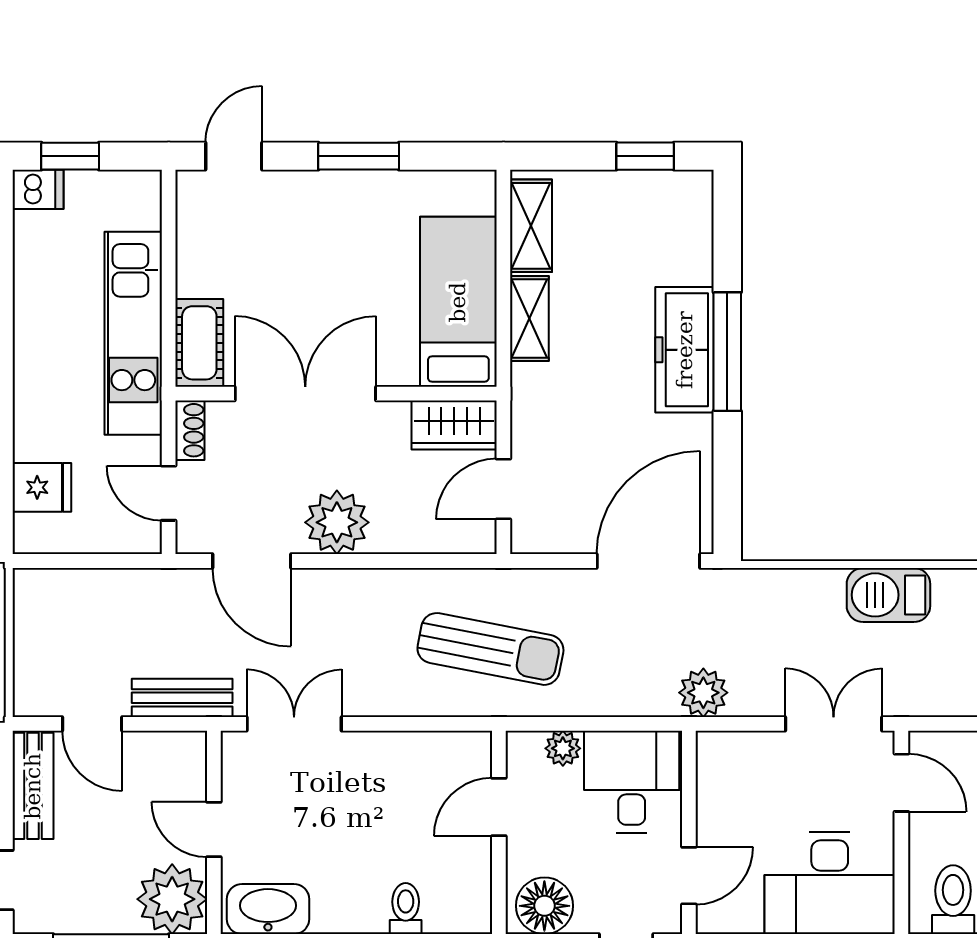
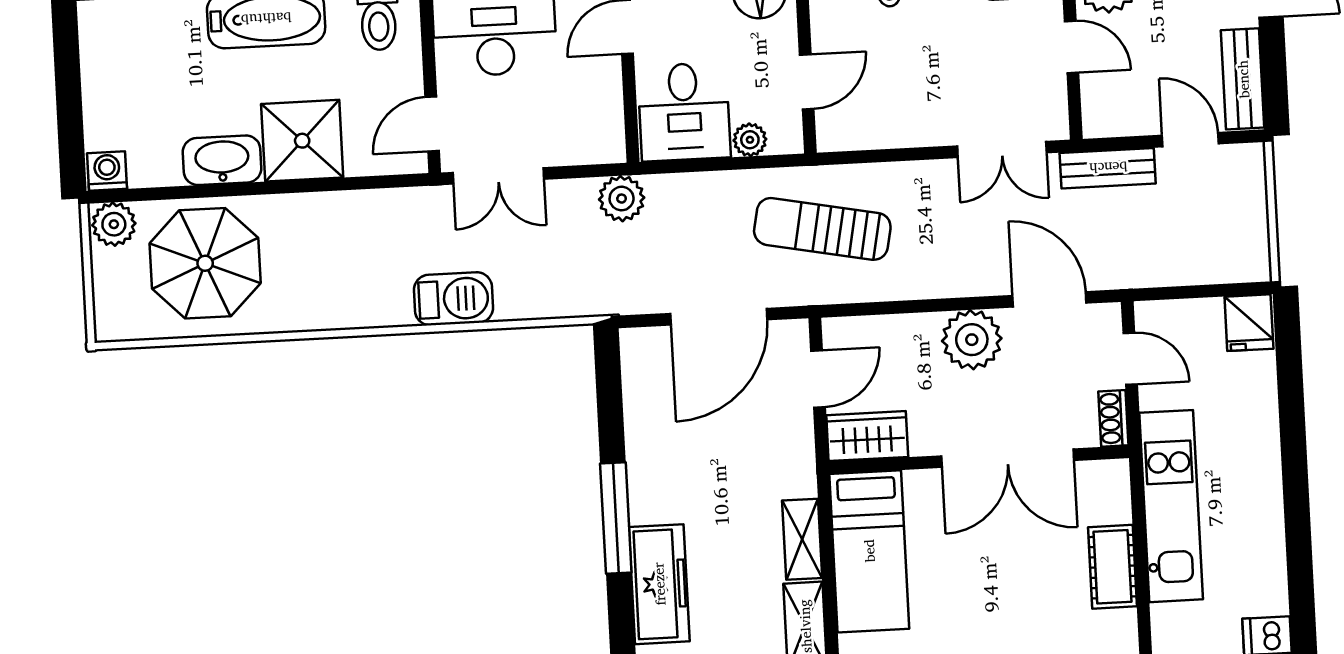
cot: (199, 343) -> (1112, 567), moved
freezer: (685, 350) -> (659, 584), moved
fridge: (42, 487) -> (1249, 323), moved, turned -90
door: (648, 561) -> (719, 317), moved
door: (901, 783) -> (432, 124), hinge flipped

